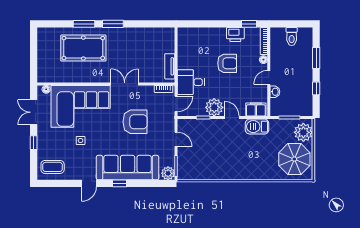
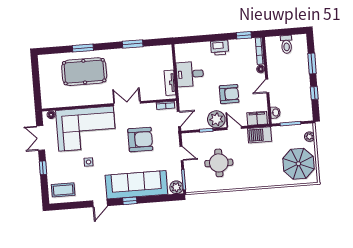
window: (113, 24) -> (133, 44), moved
printer: (235, 34) -> (220, 48), moved
armchair: (227, 63) -> (229, 94), moved
desk: (191, 82) -> (190, 74), moved
washbasin: (275, 92) -> (275, 112), moved
plant: (303, 132) -> (309, 137), width x0.53, depth x0.53
round table: (213, 152) -> (219, 163), added

